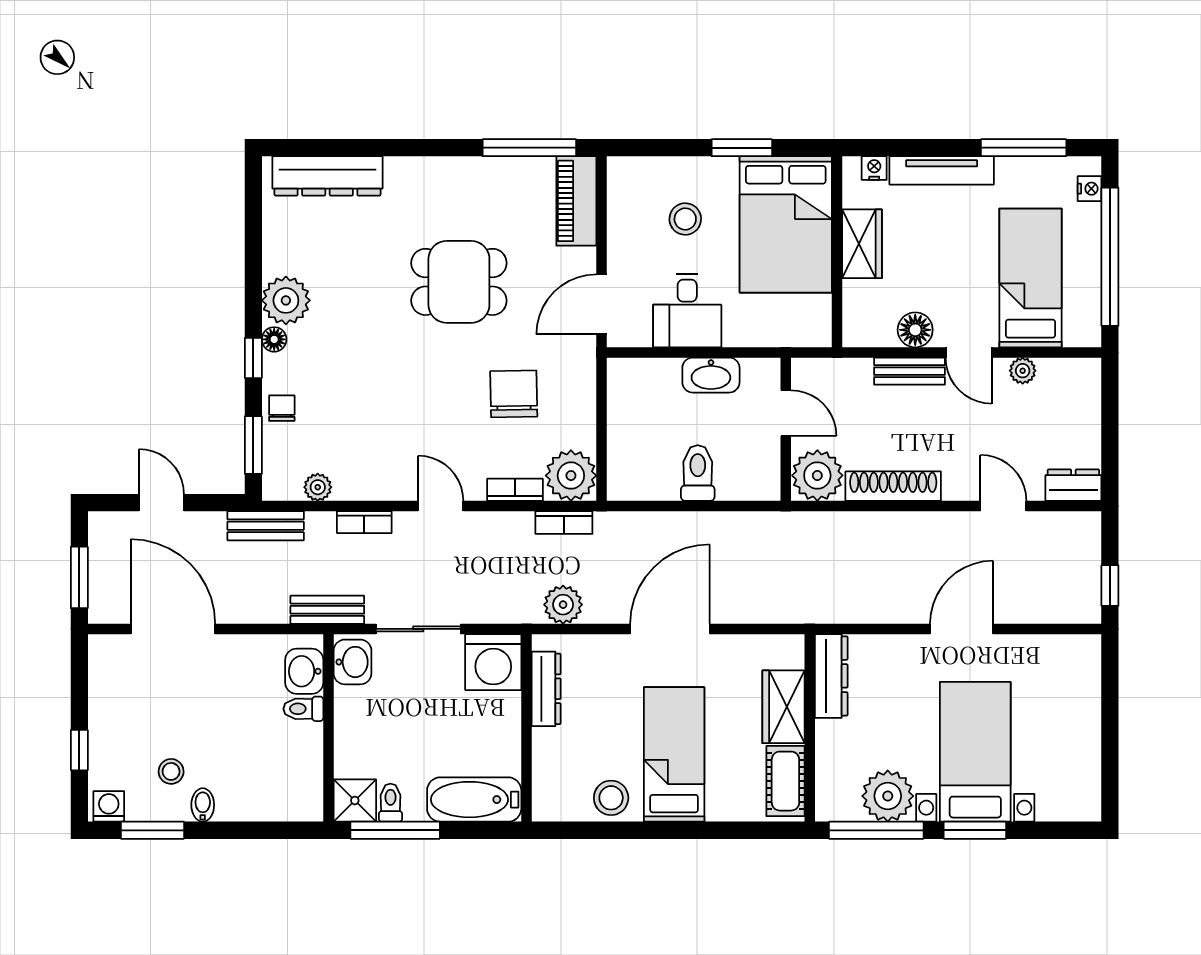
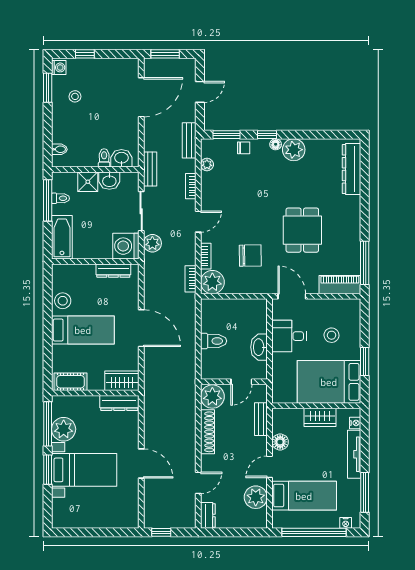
bench: (909, 371) -> (261, 419), moved
plant: (1023, 371) -> (256, 497), width x1.88, depth x1.88
plant: (563, 605) -> (152, 243), moved
washbasin: (353, 662) -> (109, 181), moved
wardrobe: (783, 707) -> (122, 381), moved
shower: (355, 800) -> (88, 182), moved
bidet: (203, 805) -> (59, 149), moved

